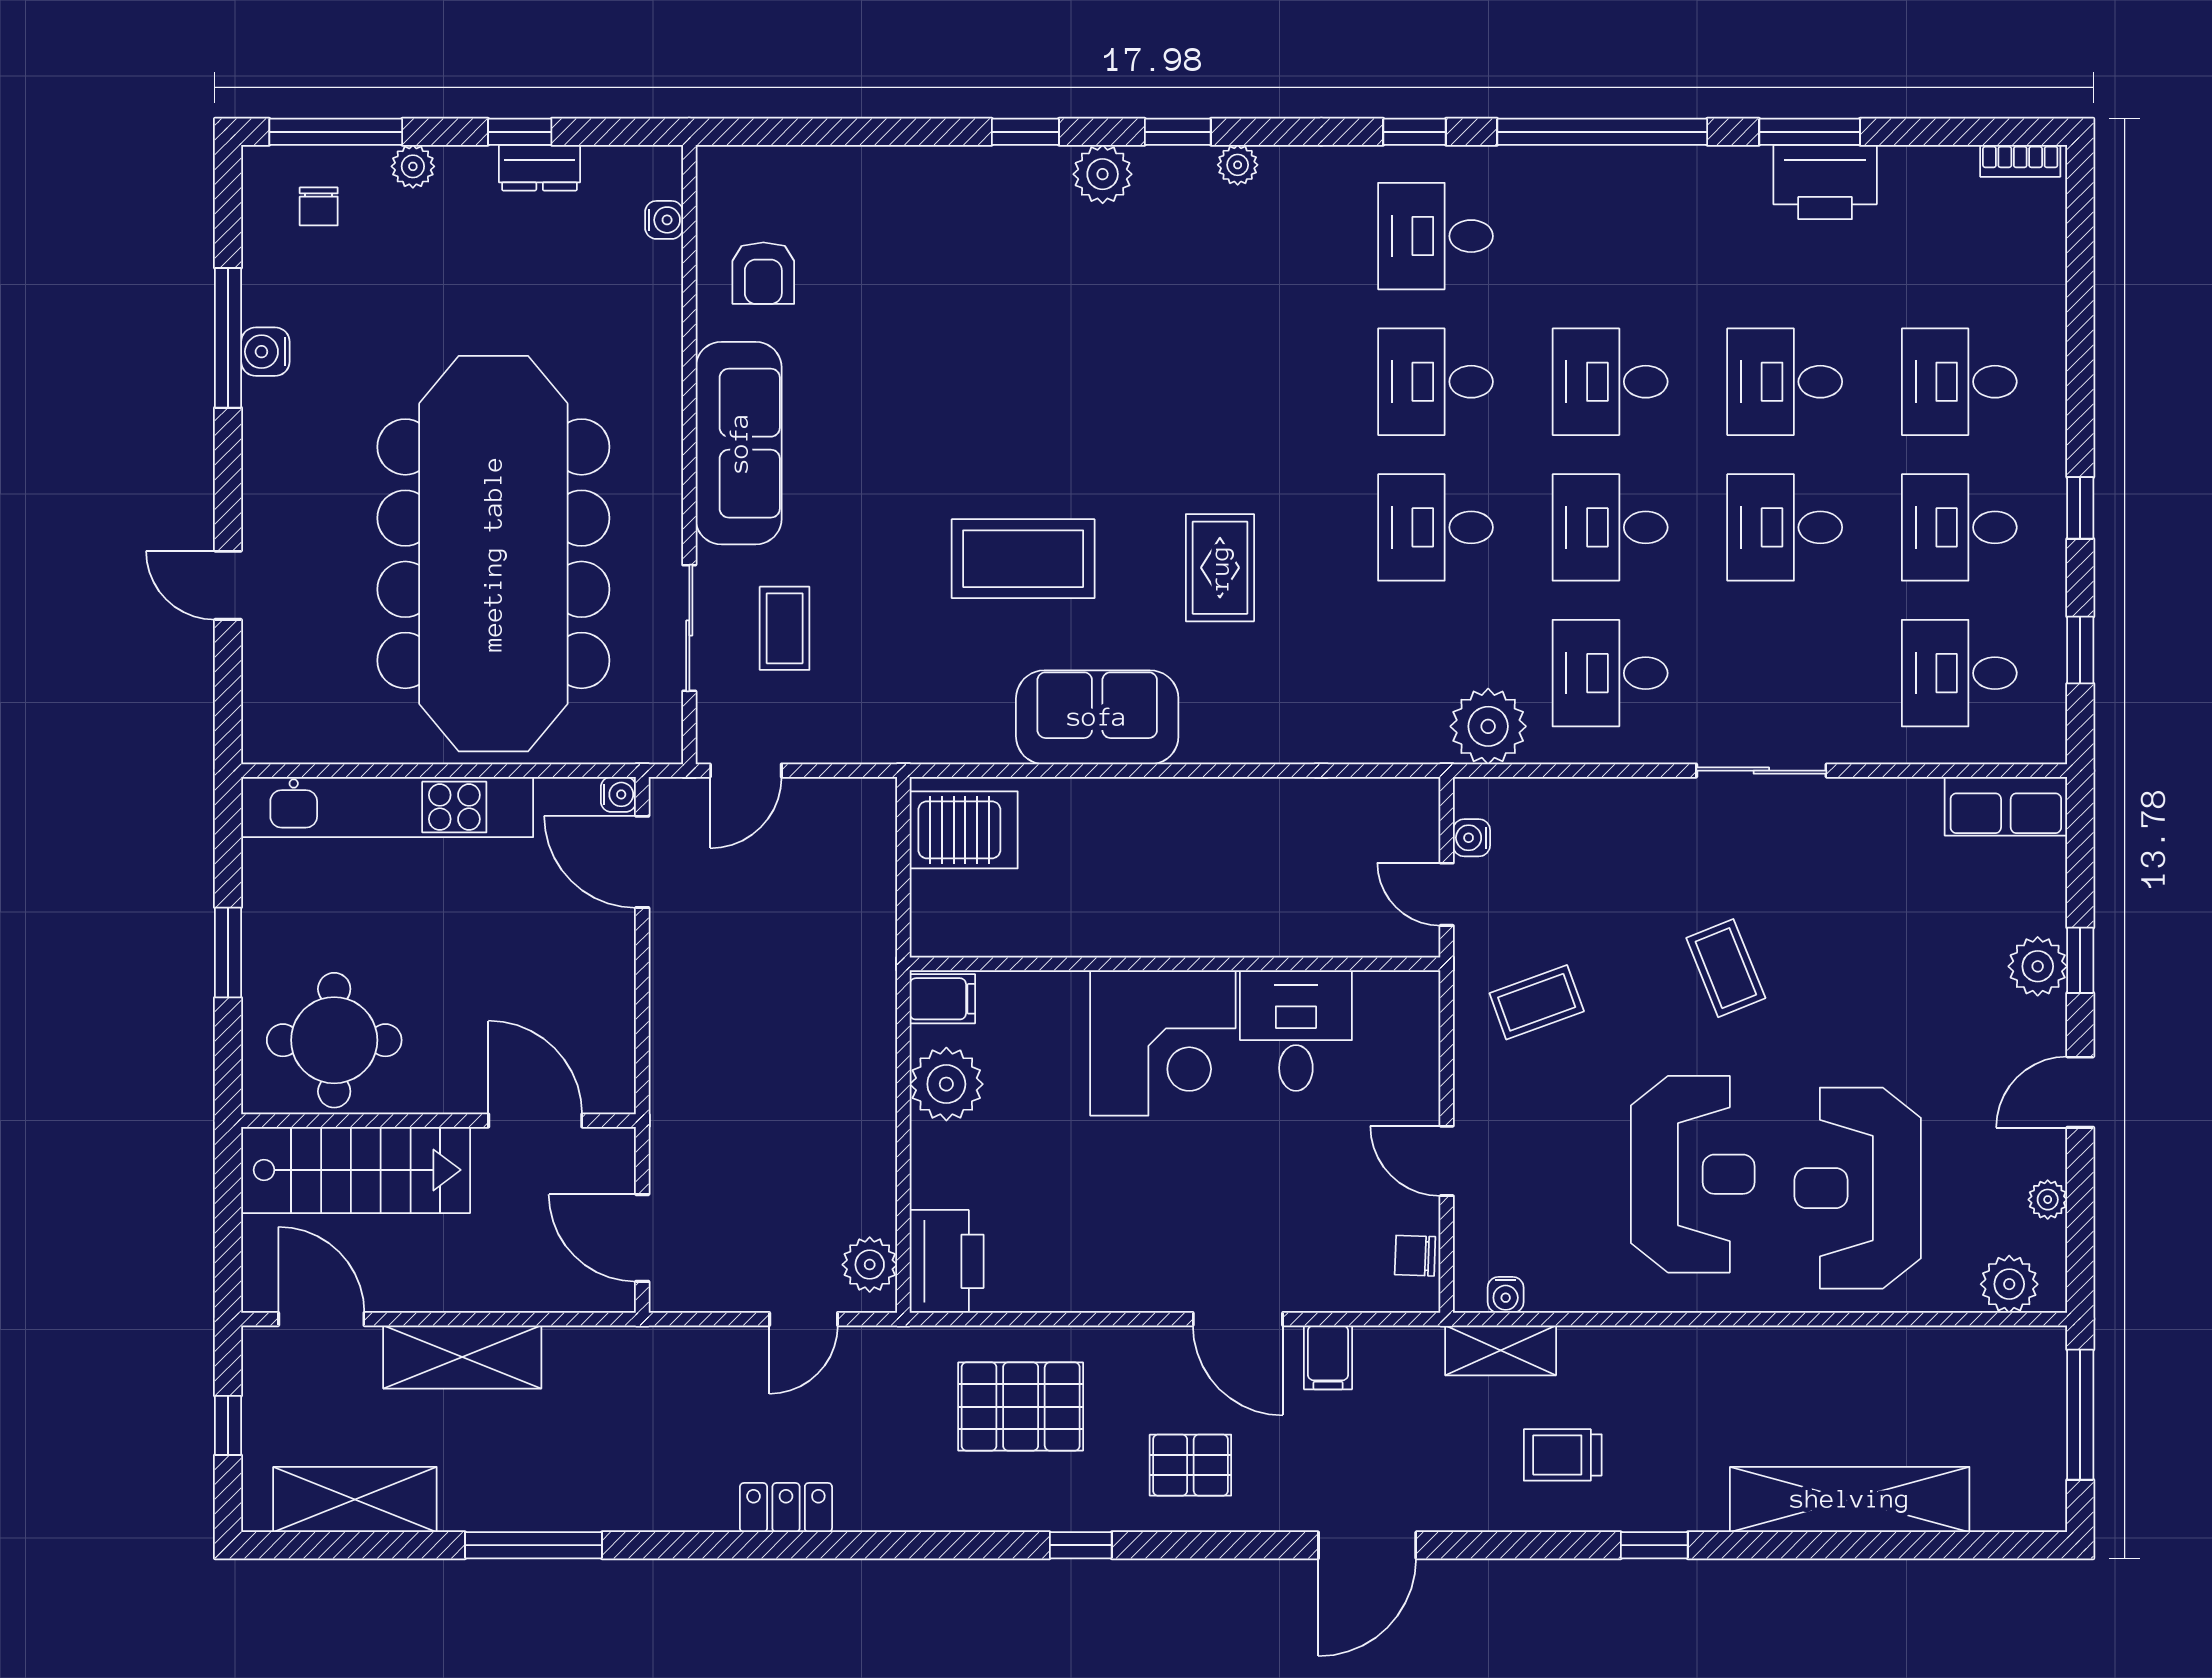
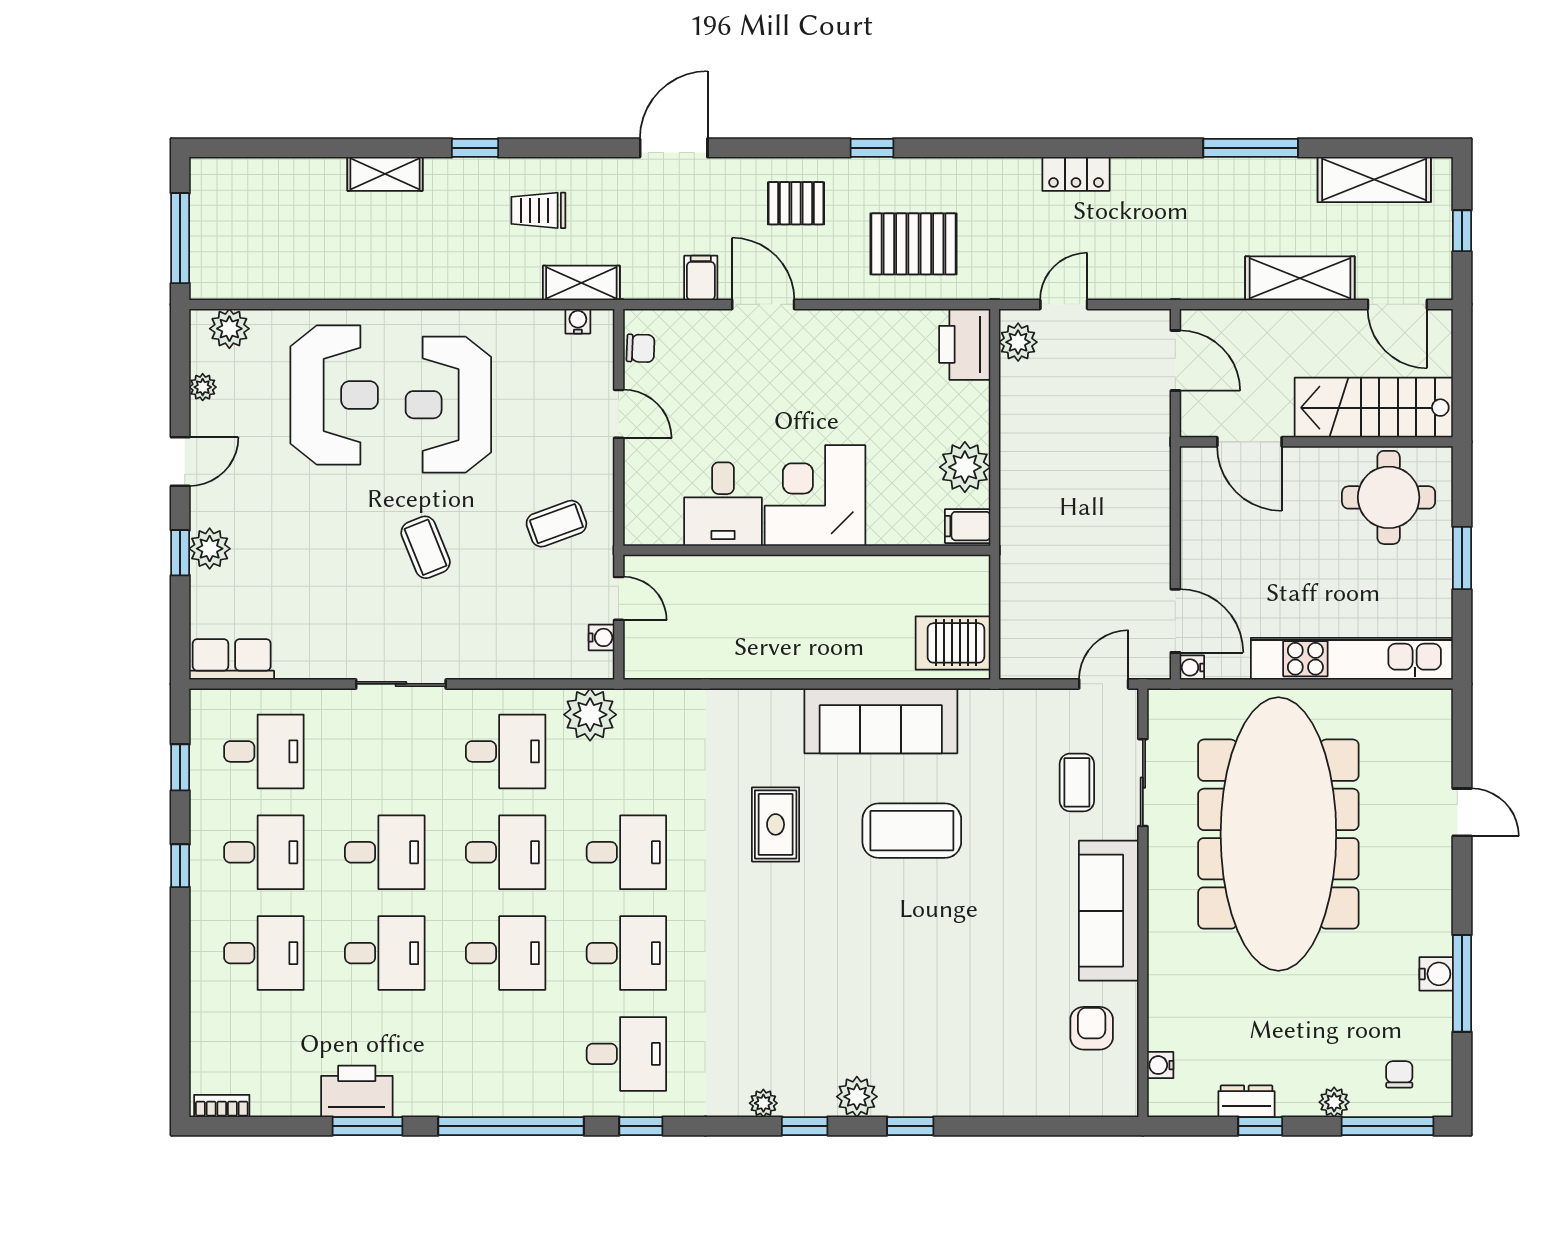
sofa: (1097, 717) -> (881, 721), width x1.36
trolley: (1563, 1455) -> (538, 210), turned 180
shelving: (1850, 1499) -> (385, 174), width x0.45, depth x0.75

